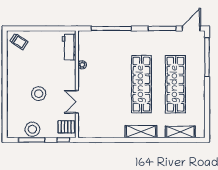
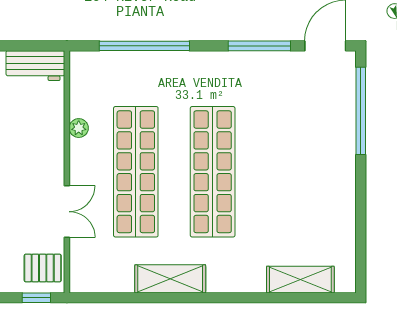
workbench: (69, 47) -> (35, 66), moved, turned -90
shop shelf: (175, 84) -> (136, 172), moved
double door: (77, 102) -> (67, 212), swing flipped
shelving: (141, 132) -> (170, 279), moved

